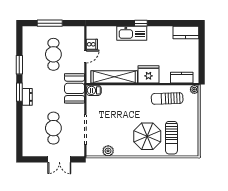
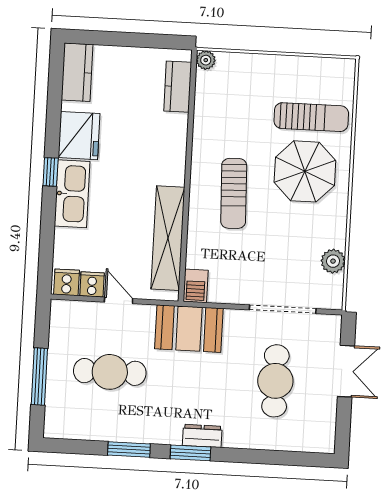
cooker: (92, 33) -> (67, 282), added
fridge: (148, 74) -> (79, 136), moved, turned 180
sun lounger: (167, 98) -> (234, 193), moved
cafe table: (53, 128) -> (275, 381), turned 90

